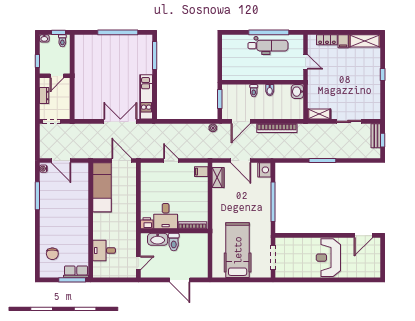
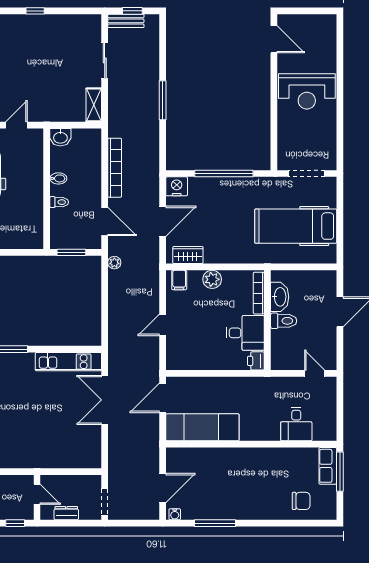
plant: (202, 194) -> (212, 279), added
washbasin: (158, 239) -> (280, 297), moved

